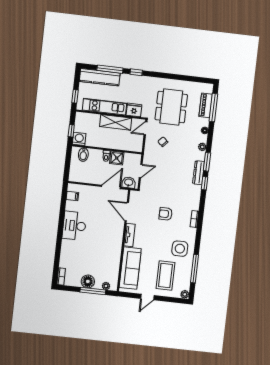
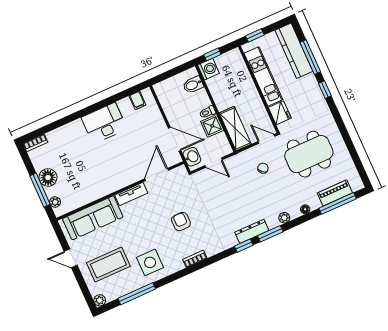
shelving: (116, 122) -> (235, 129), moved

